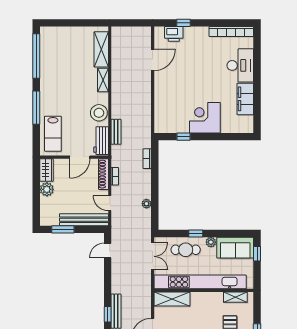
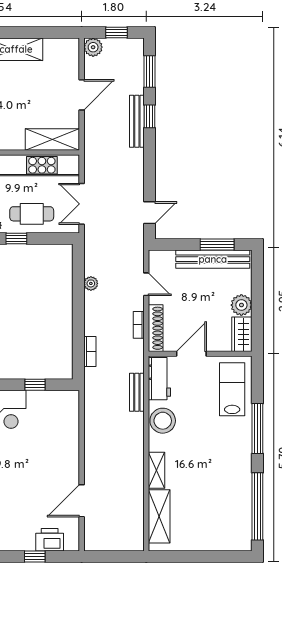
bench: (84, 220) -> (213, 259), moved

